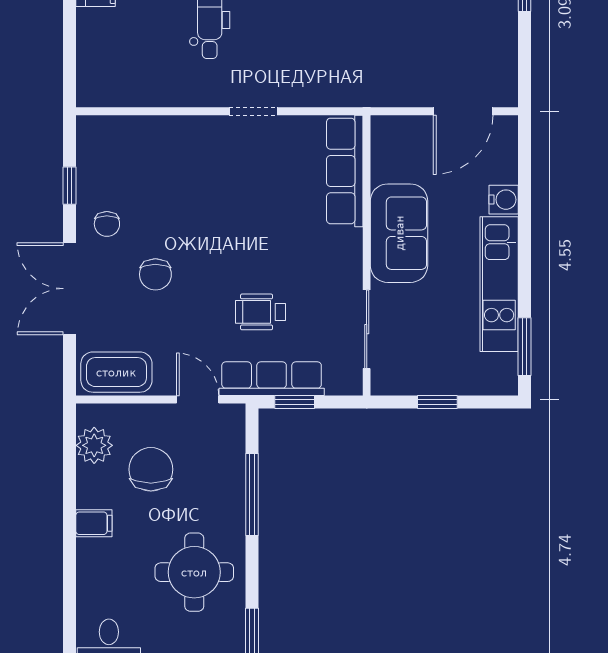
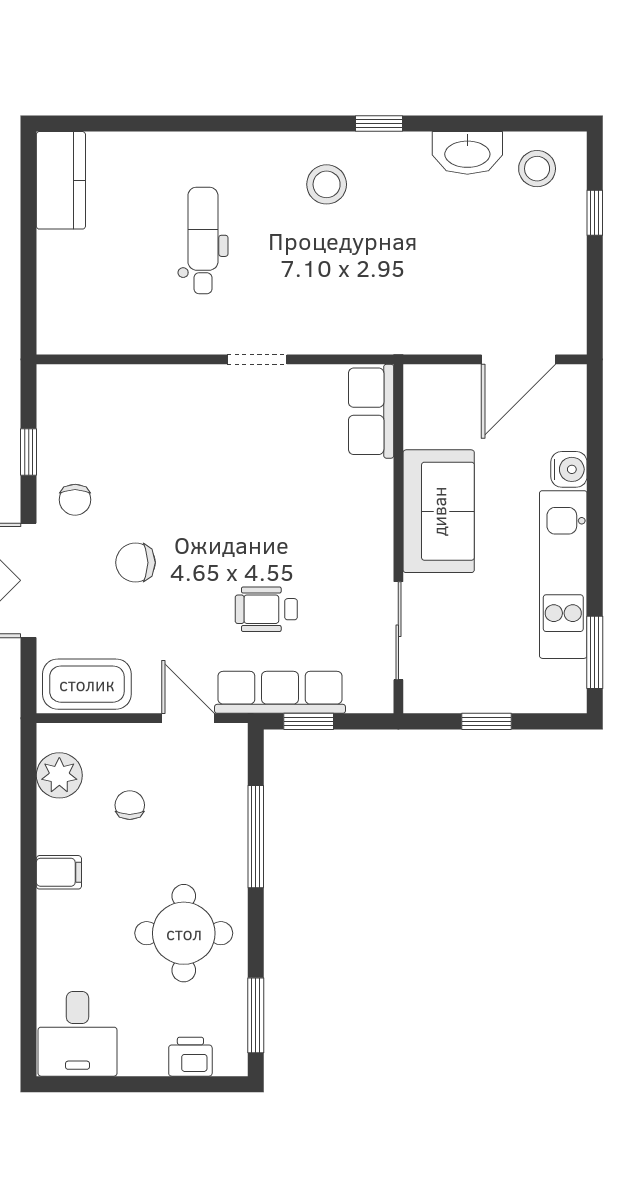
row of seats: (345, 171) -> (371, 411), width x0.68
chair: (155, 274) -> (136, 563), turned 90
chair: (151, 469) -> (130, 805), width x0.54, depth x0.54

